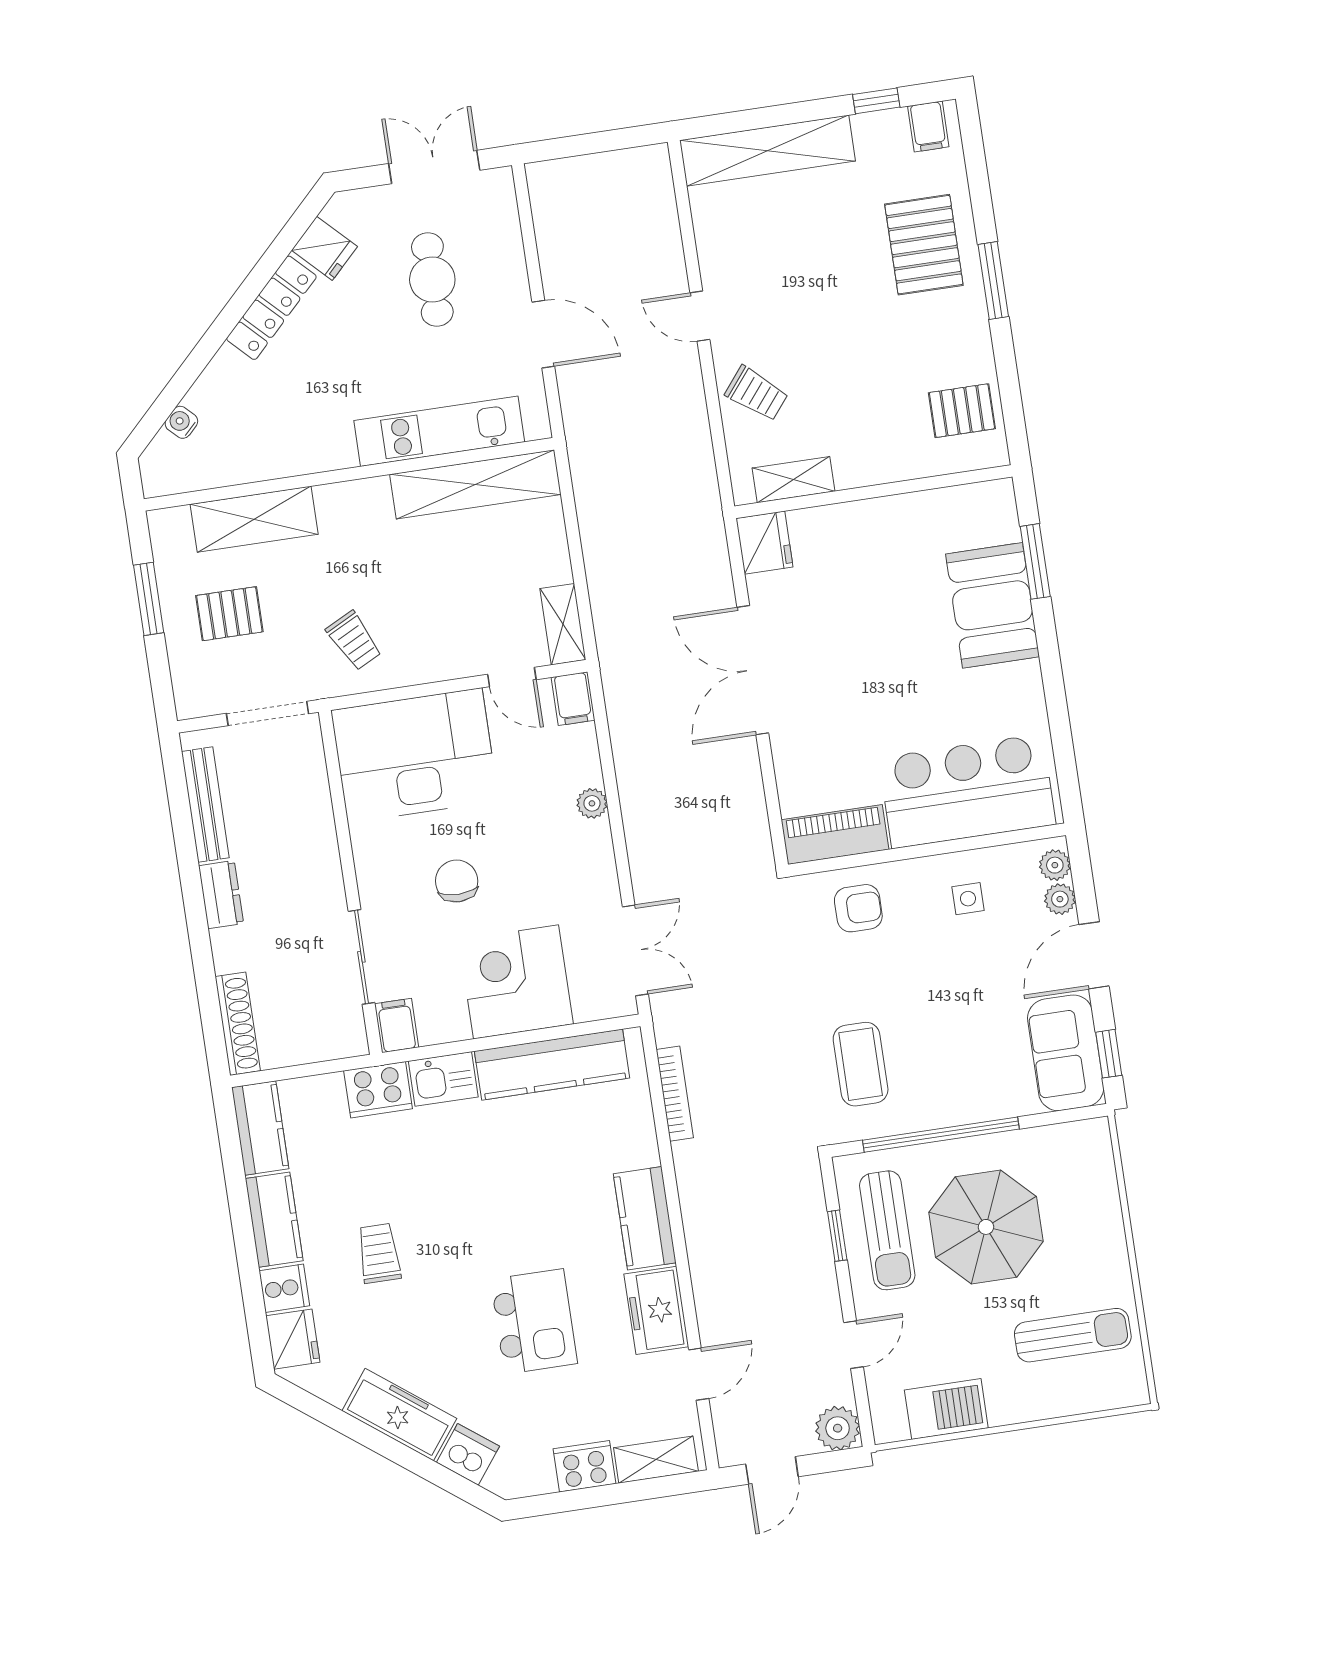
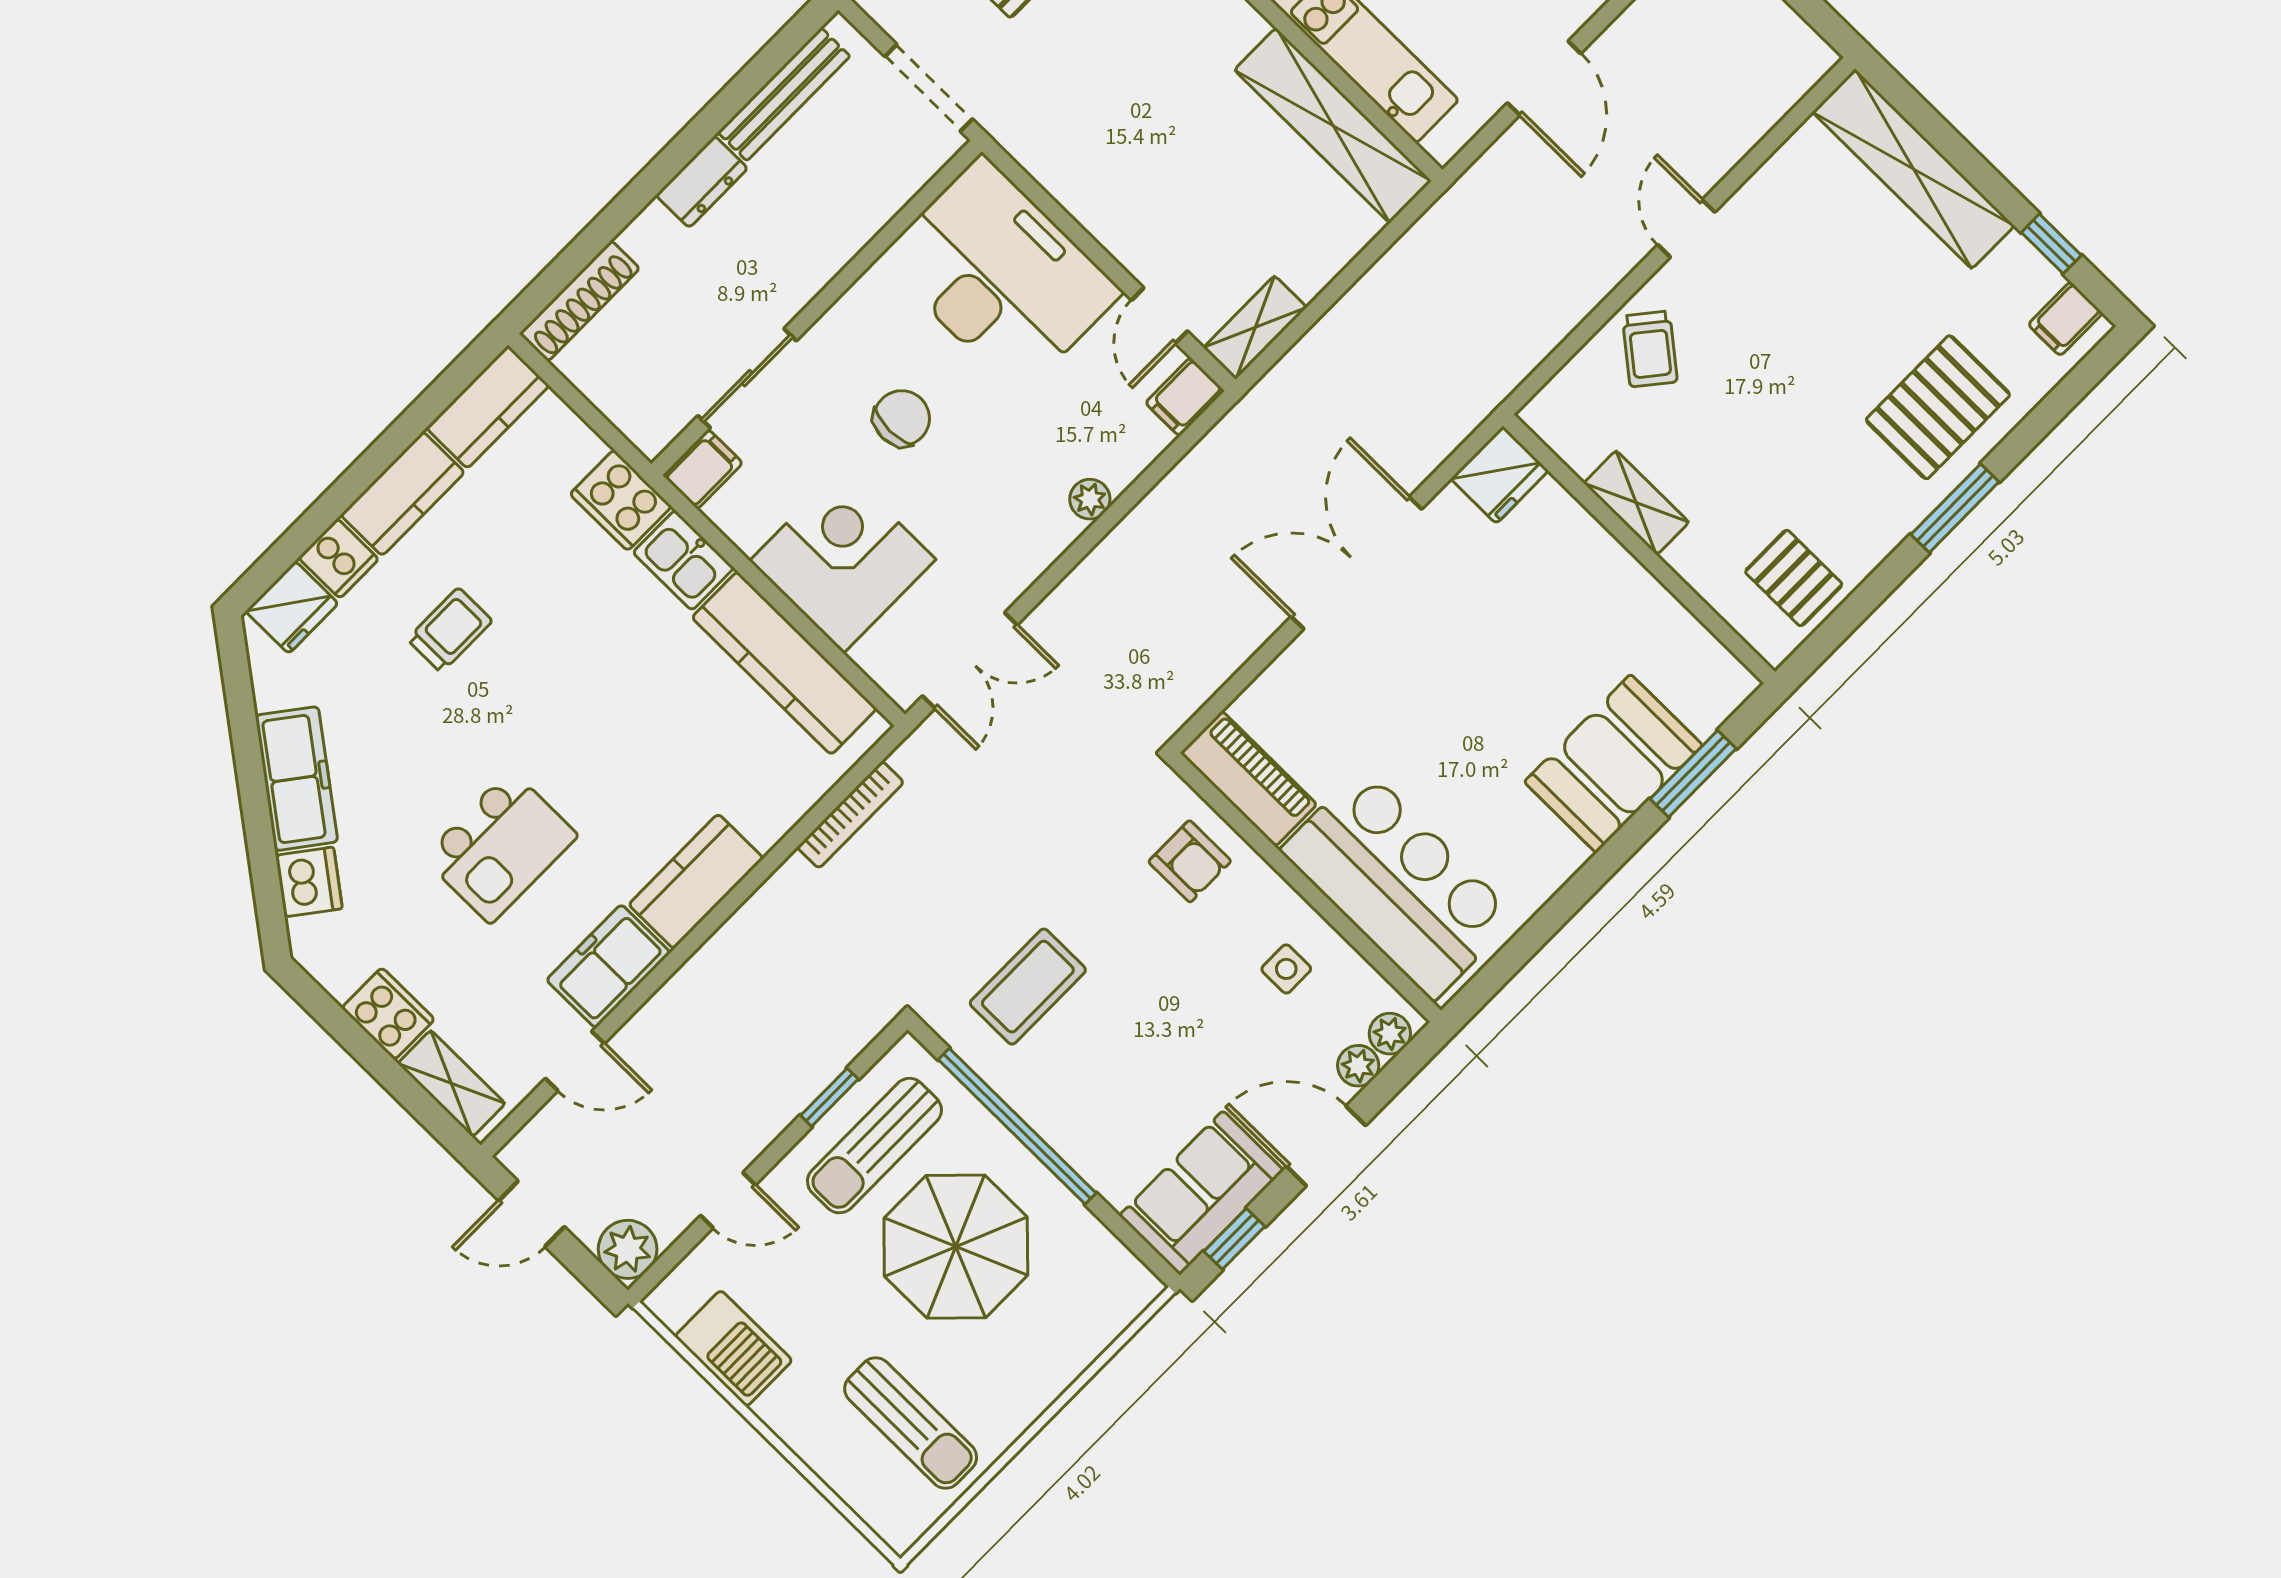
shelving: (793, 480) -> (1636, 503), moved
trolley: (354, 641) -> (1073, 121), removed

